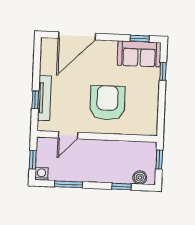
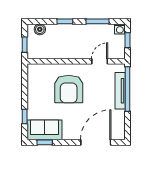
window: (35, 100) -> (127, 89), width x3.17
window: (122, 187) -> (65, 21), moved

